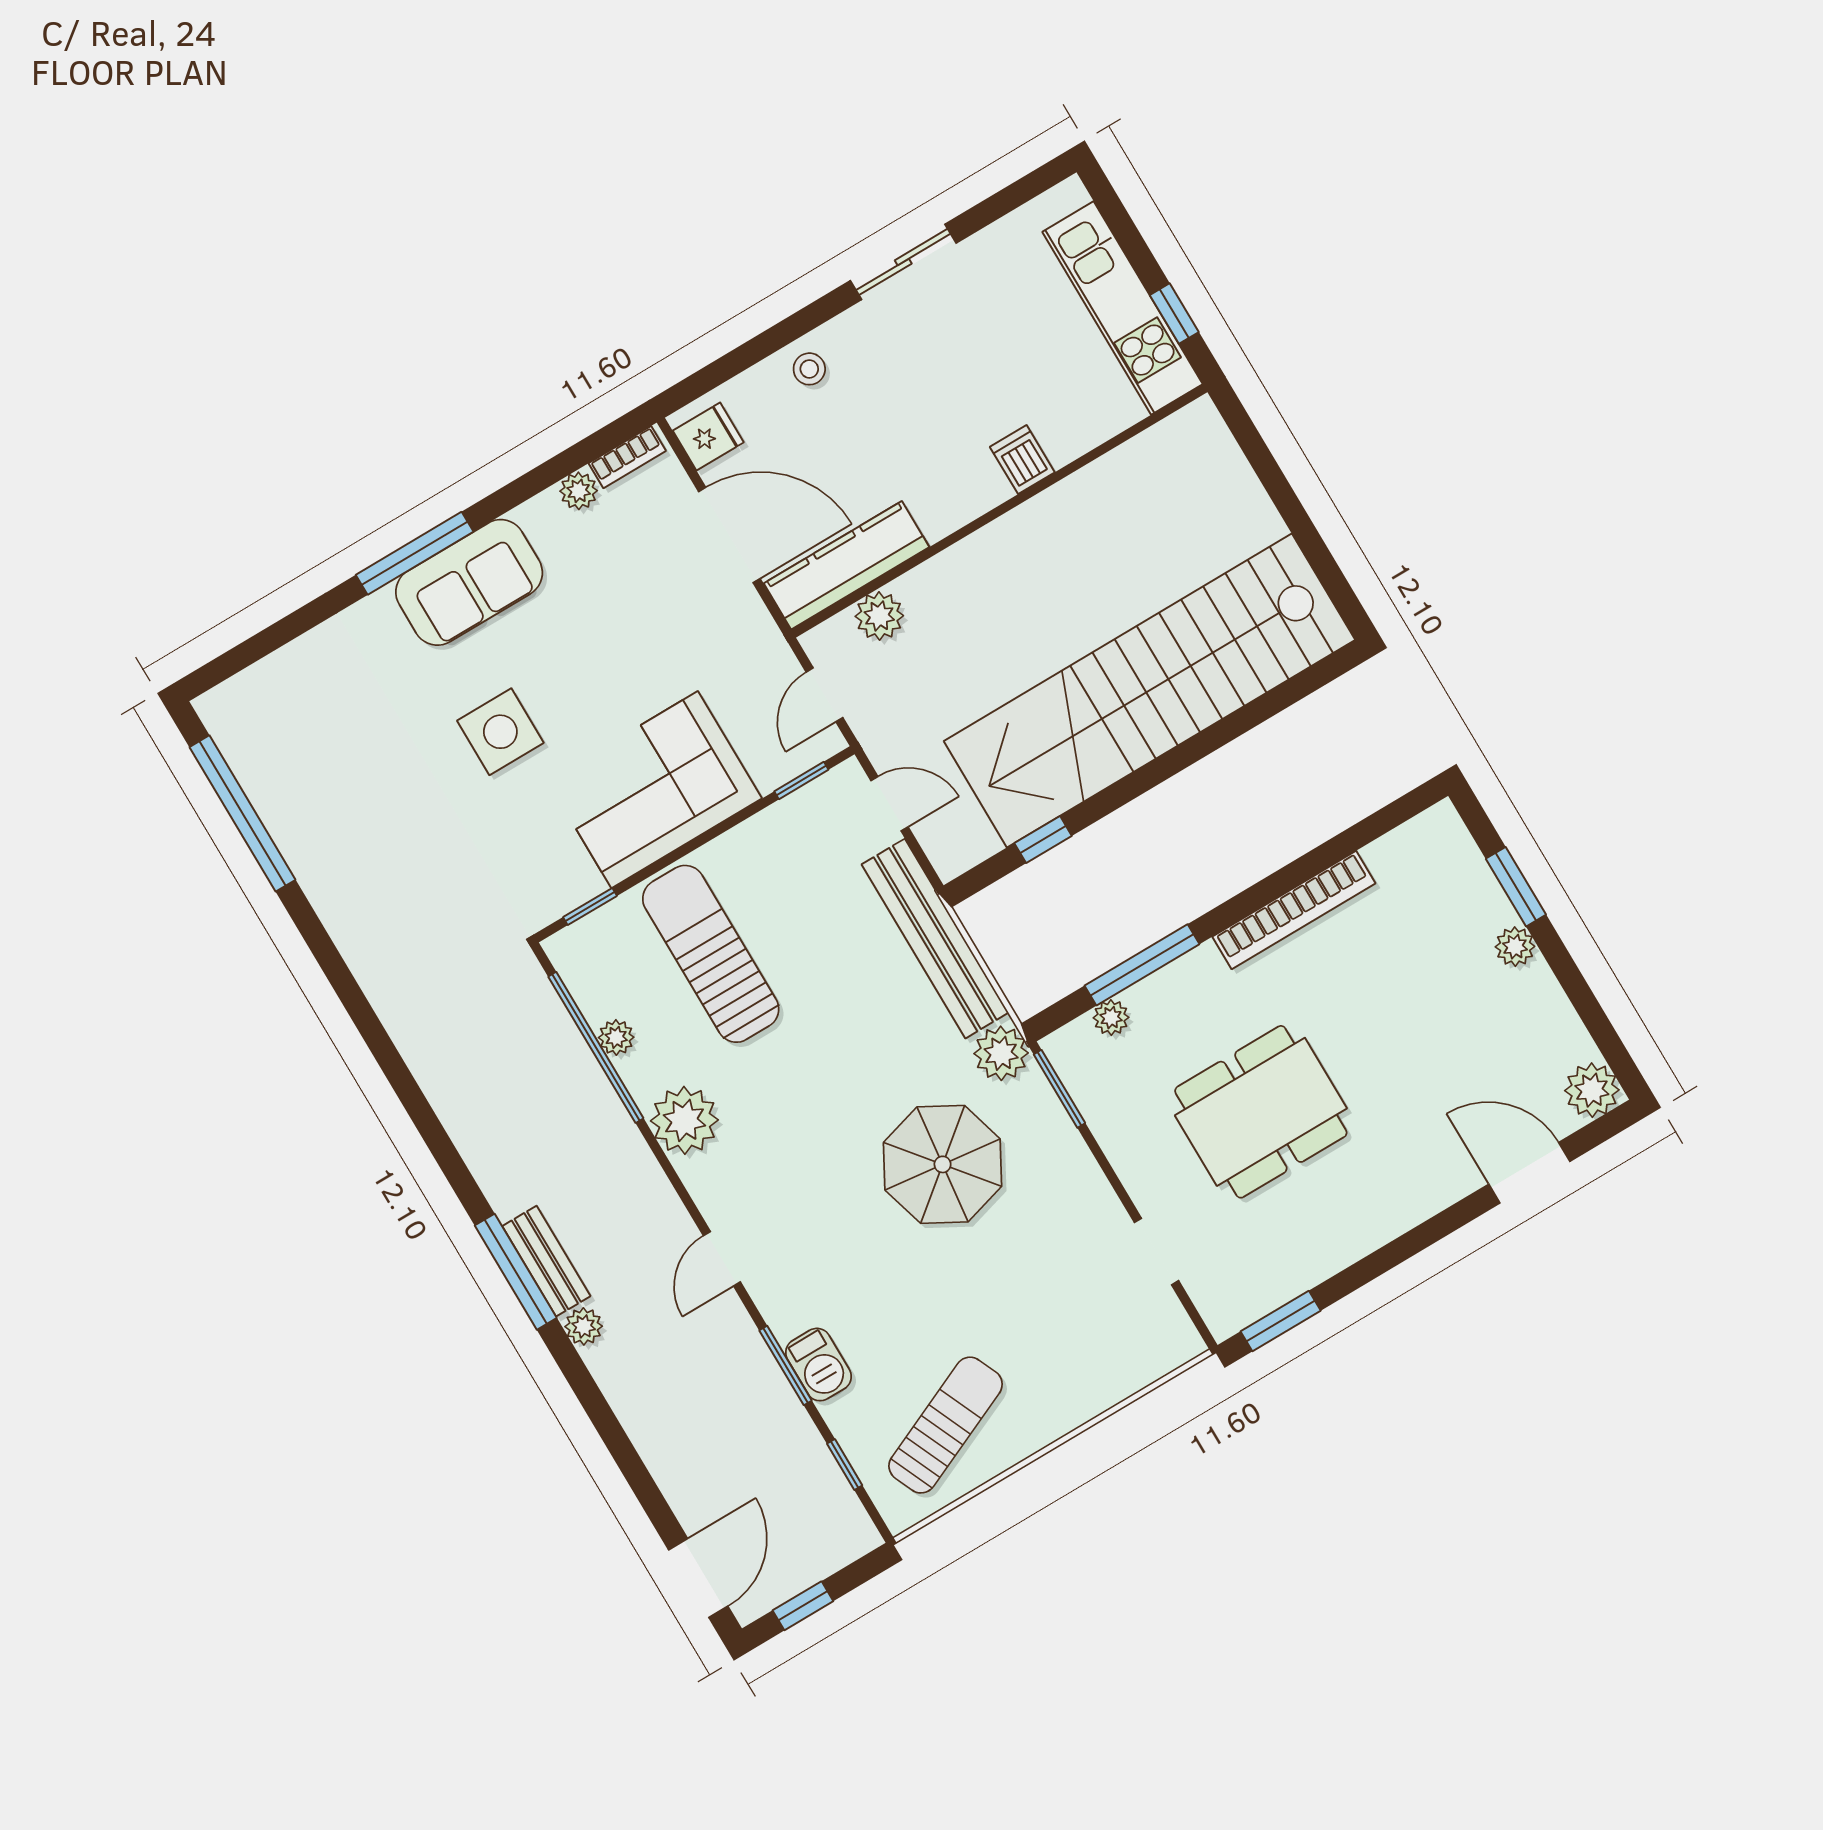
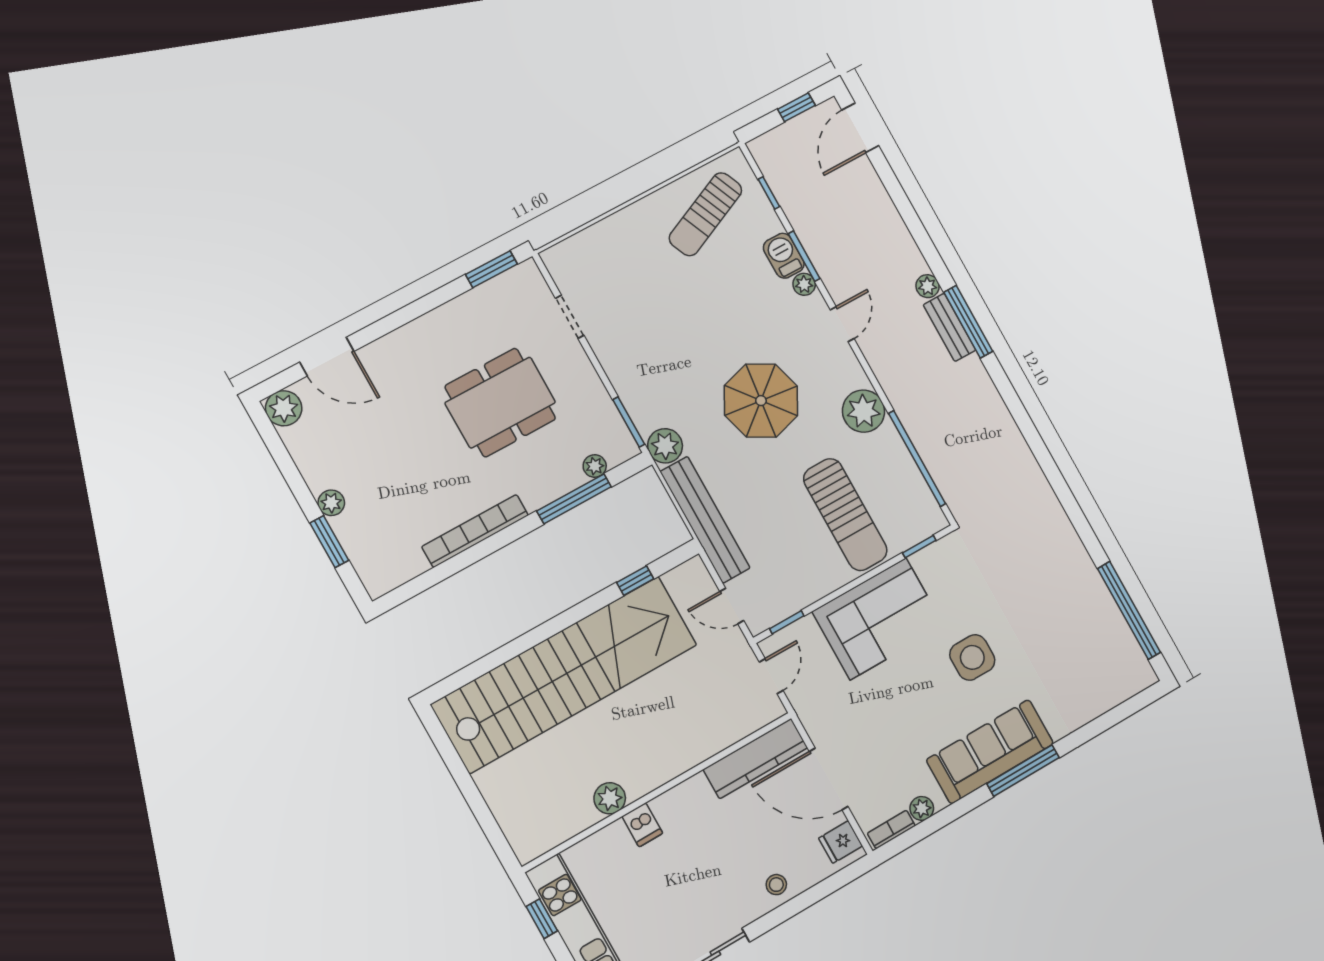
sofa: (469, 582) -> (990, 752), width x1.36
plant: (879, 616) -> (610, 798), moved
plant: (616, 1037) -> (804, 284), moved
parasol: (943, 1164) -> (761, 401), moved

